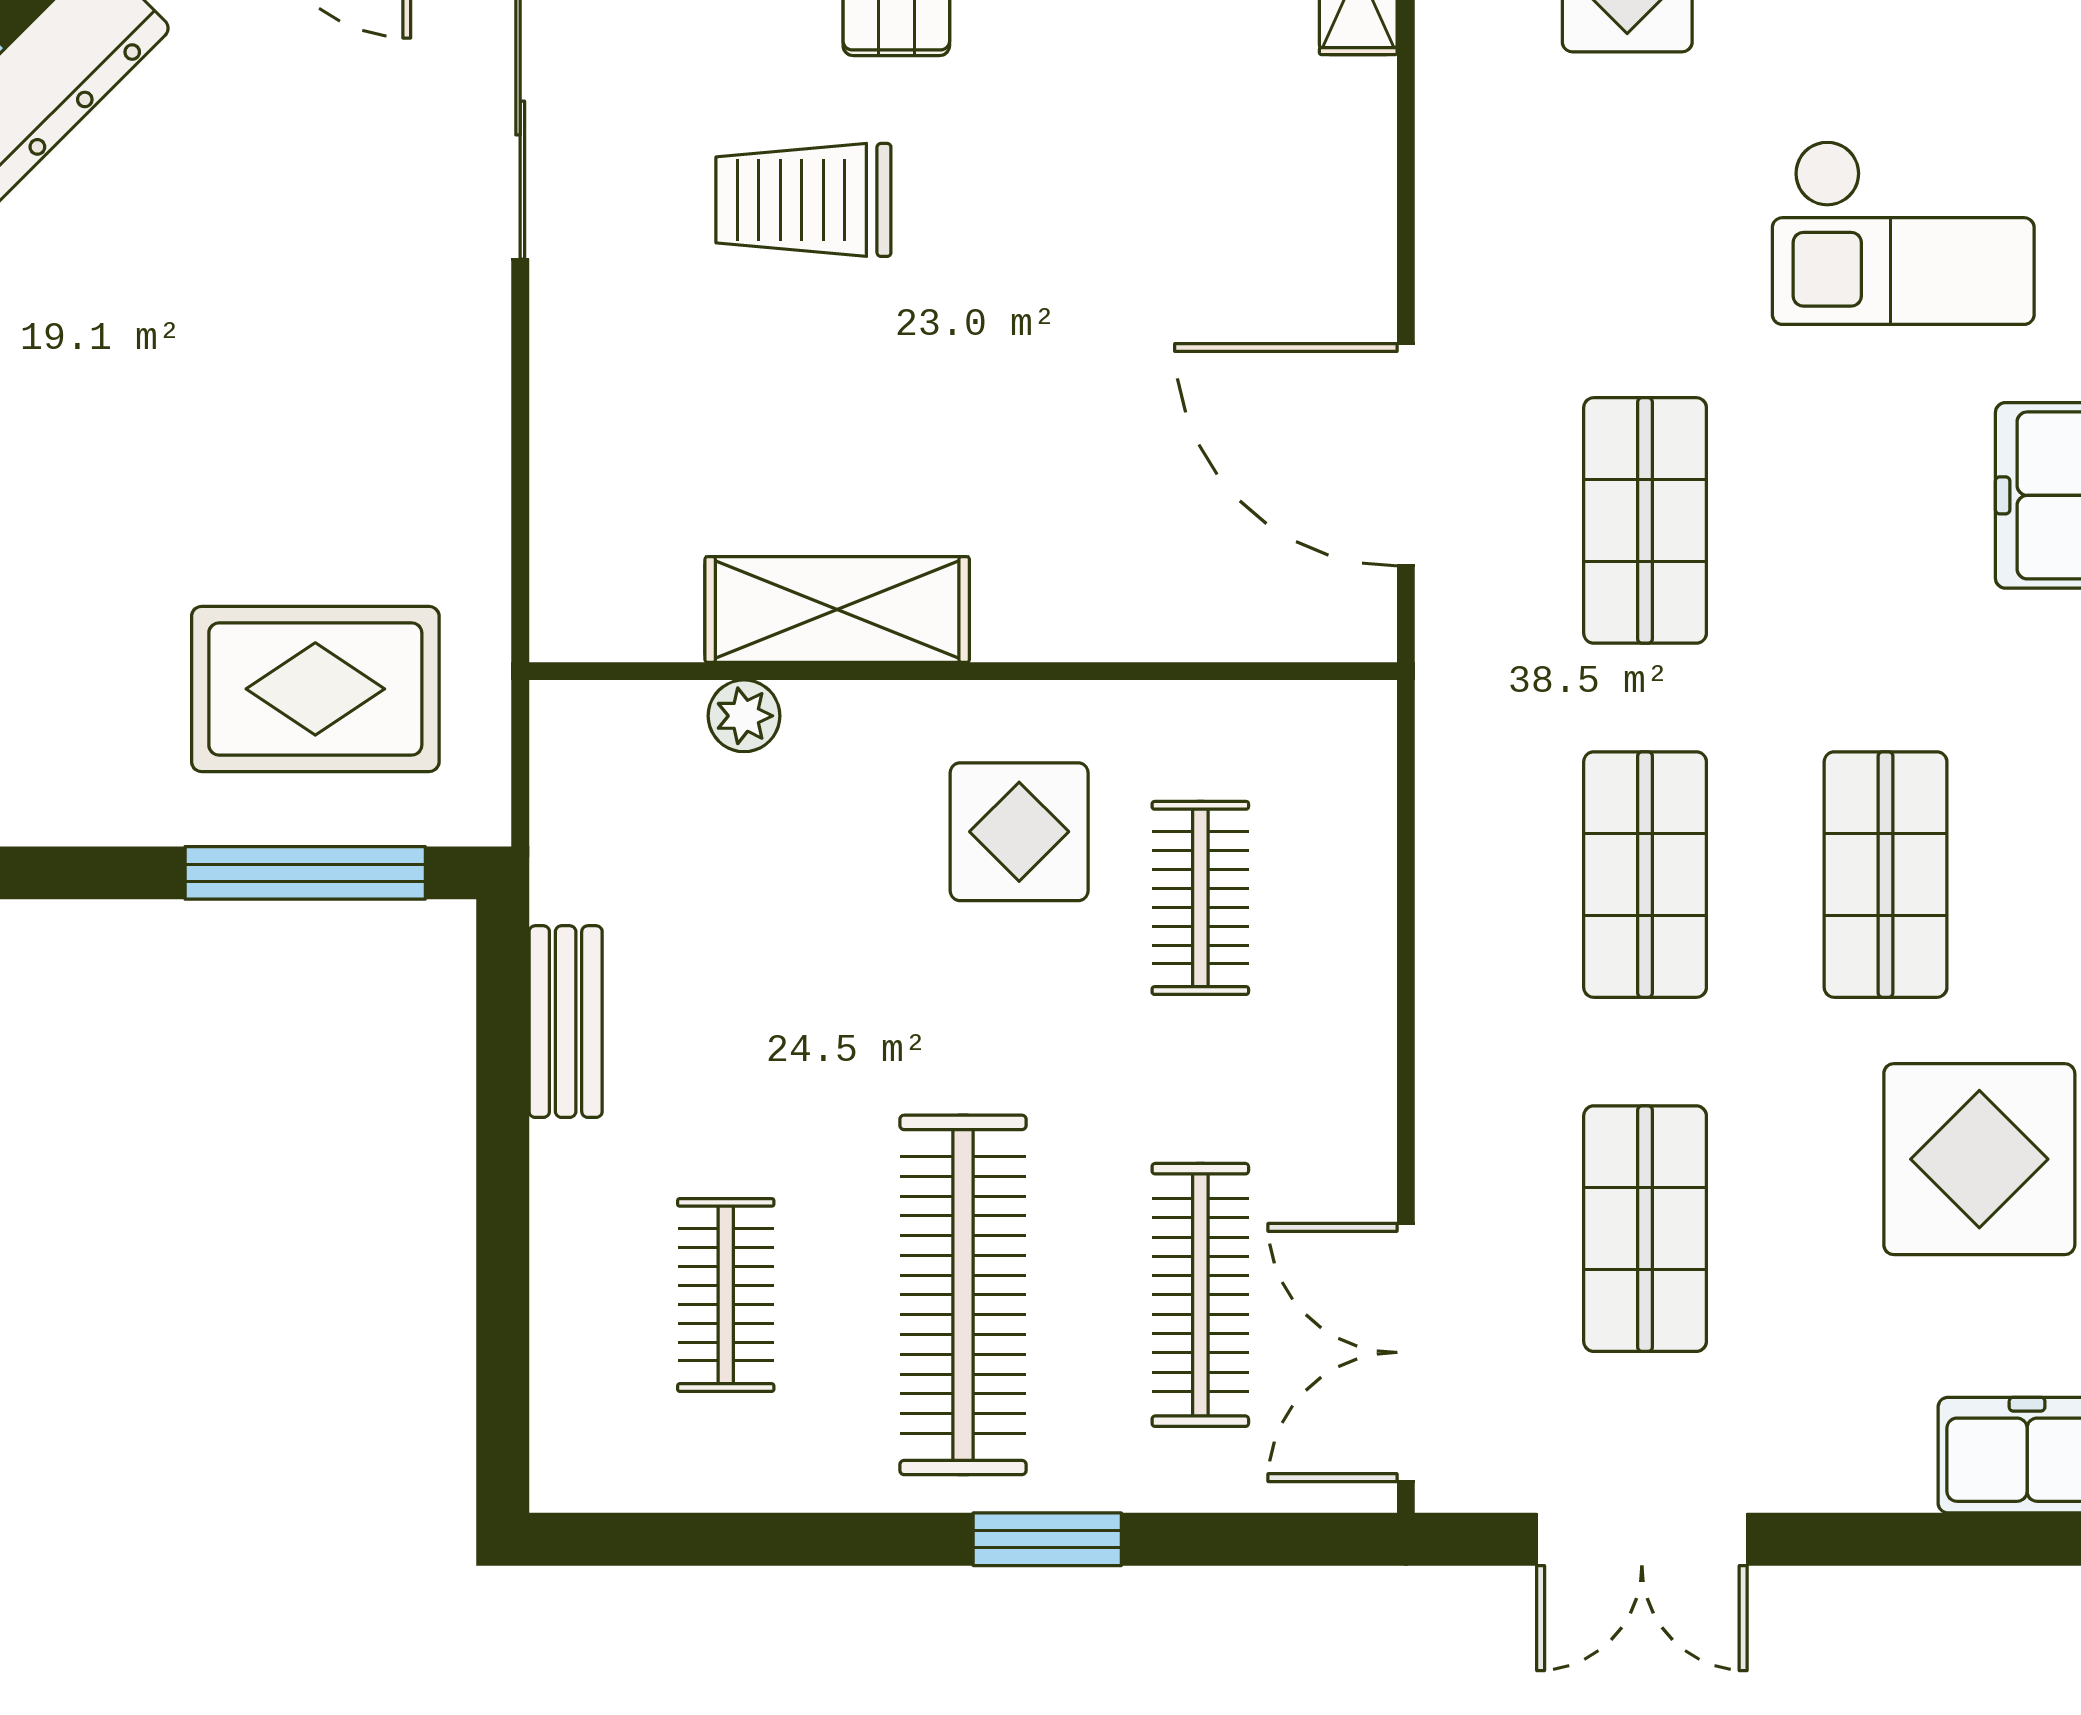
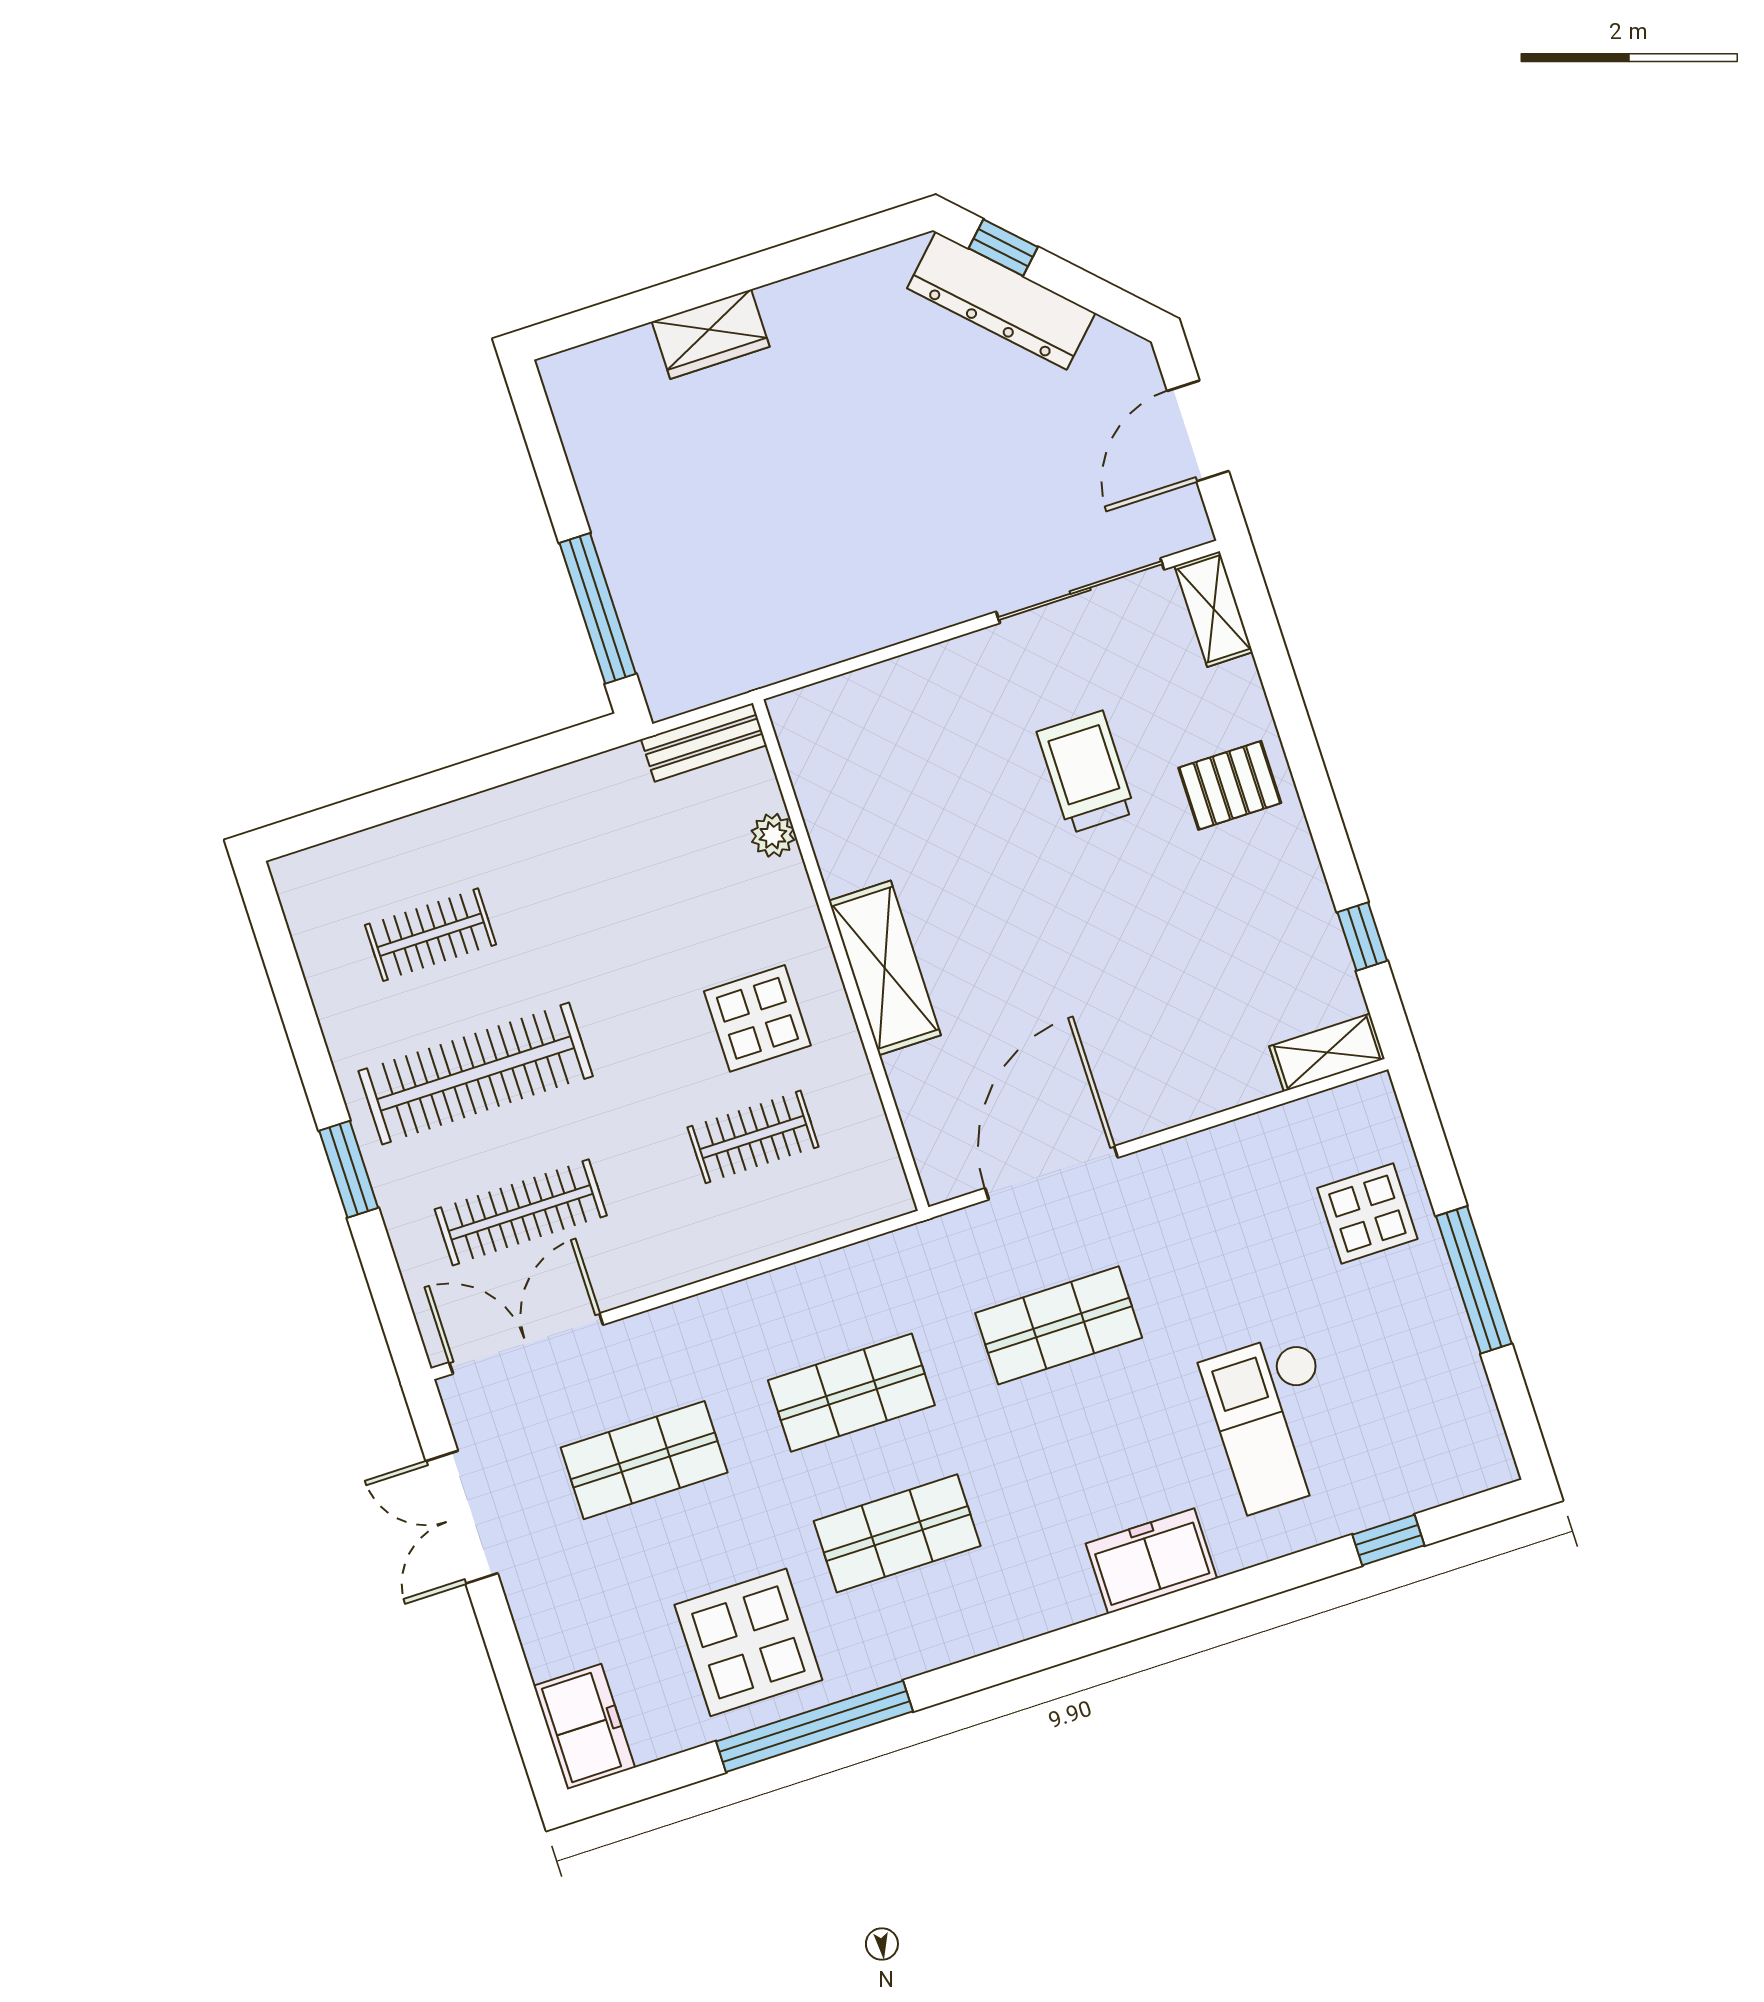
shelving: (837, 610) -> (885, 968), moved
rug: (315, 689) -> (707, 579), removed
bench: (566, 1022) -> (704, 742), moved

